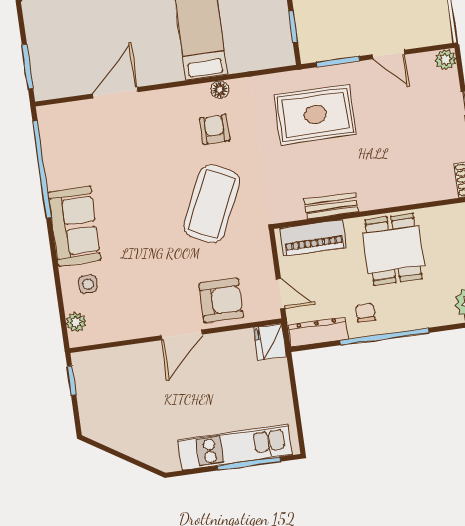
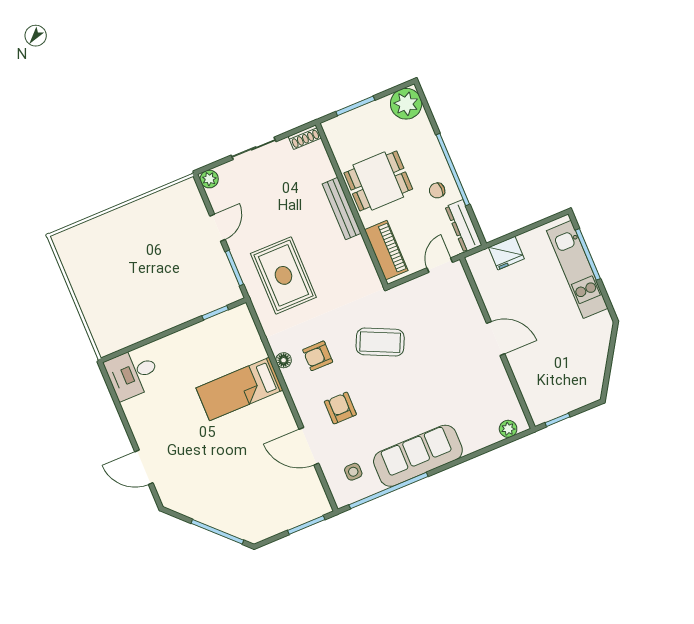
coffee table: (212, 204) -> (380, 342), width x0.73, depth x0.76
bench: (331, 206) -> (342, 209), moved, width x1.36
sofa: (74, 226) -> (418, 456), width x1.36
side table: (88, 284) -> (353, 472), moved
armchair: (221, 301) -> (340, 408), moved, width x0.72, depth x0.72
fridge: (270, 342) -> (506, 253), moved

